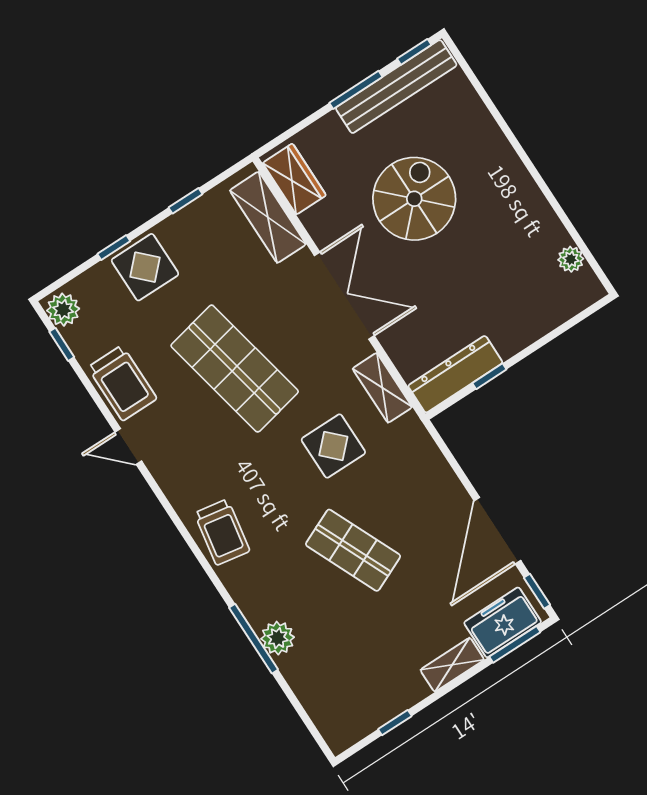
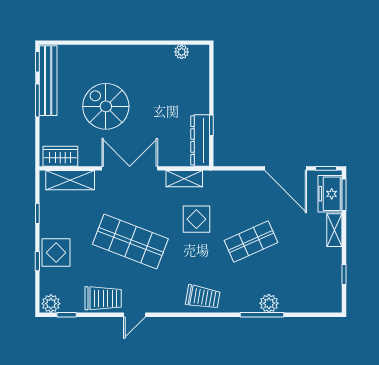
shop shelf: (235, 369) -> (130, 242), turned 33

